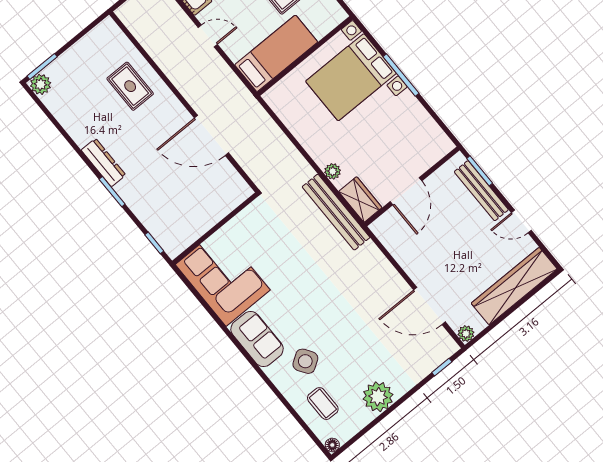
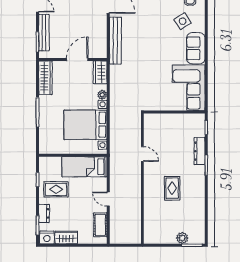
bed with nightstands: (351, 77) -> (85, 125), moved, turned 180
plant: (41, 84) -> (182, 238), moved
rug: (130, 86) -> (172, 188), moved
wardrobe: (429, 131) -> (45, 78), added
door: (212, 135) -> (142, 154), width x0.53
dresser: (103, 163) -> (200, 151), moved
bench: (336, 212) -> (115, 41), moved

